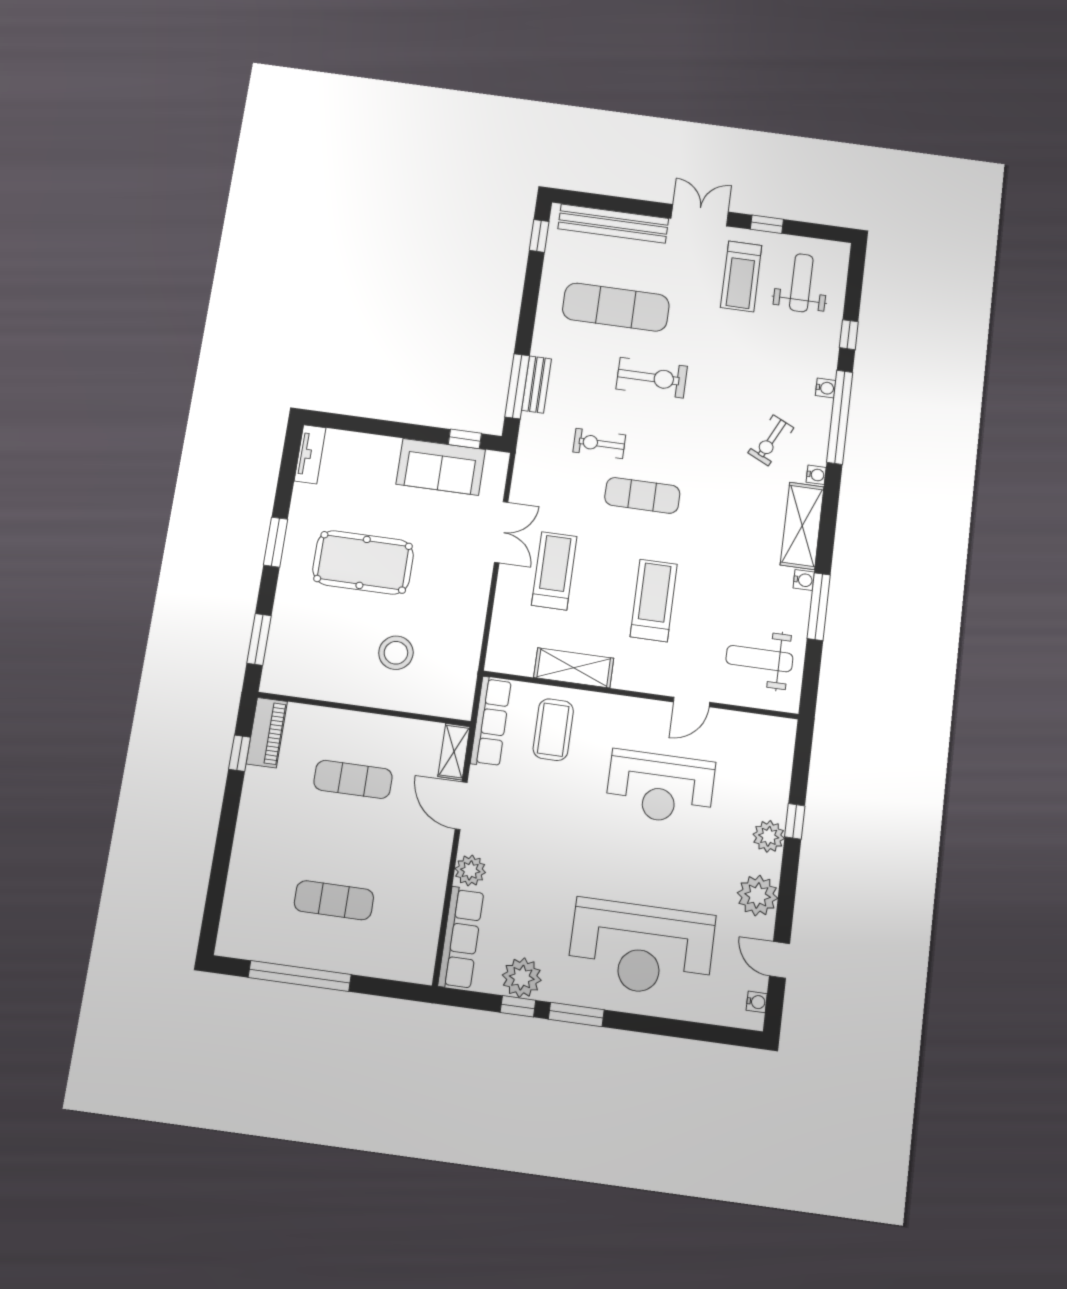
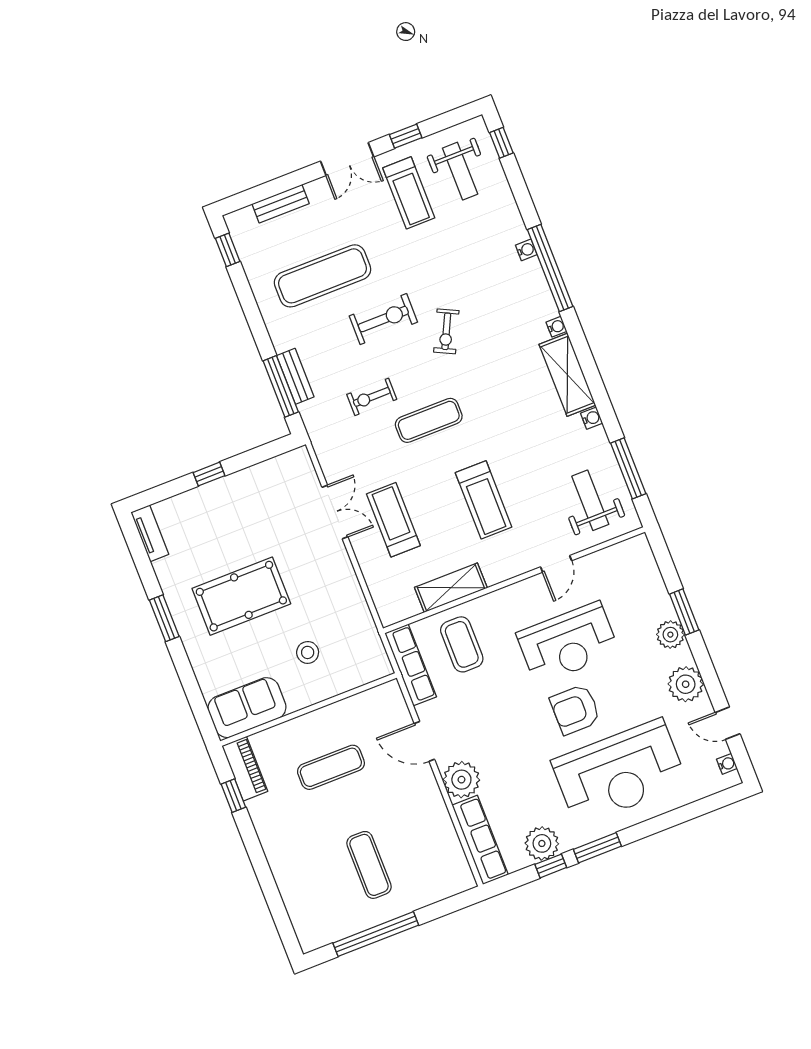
double door: (700, 215) -> (347, 159), swing flipped
bench: (613, 224) -> (281, 204), width x0.54, depth x0.82
weight bench: (801, 283) -> (460, 171), turned 180
window: (849, 335) -> (501, 143), moved
window: (465, 439) -> (209, 474), moved
exercise bike: (771, 440) -> (446, 331), moved
sofa: (441, 467) -> (247, 708), moved, turned 180
treadmill: (654, 600) -> (484, 500), turned 180
window: (819, 607) -> (628, 468), moved
window: (259, 639) -> (196, 701), removed
stool: (396, 653) -> (308, 652), width x0.73, depth x0.73
weight bench: (759, 659) -> (590, 500), turned 90
shelving: (454, 752) -> (396, 703), removed
window: (795, 821) -> (684, 612), width x1.50
armchair: (631, 859) -> (575, 709), added
plant: (470, 870) -> (461, 780), width x1.36, depth x1.36
exercise mat: (334, 900) -> (369, 865), turned 90

